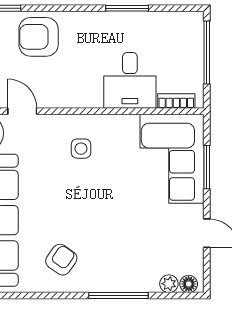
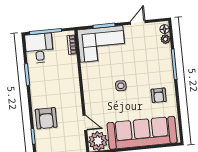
desk: (130, 80) -> (39, 48), moved, turned -90
door: (22, 111) -> (85, 123), swing flipped
side table: (81, 149) -> (121, 86), moved
armchair: (61, 260) -> (159, 95), turned -125

